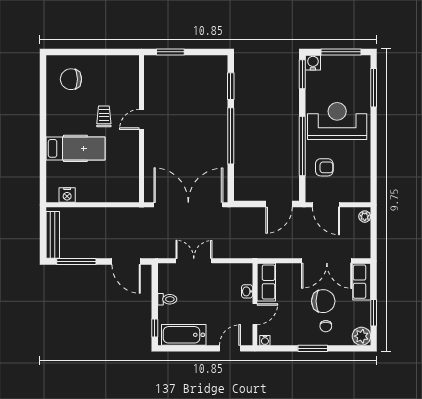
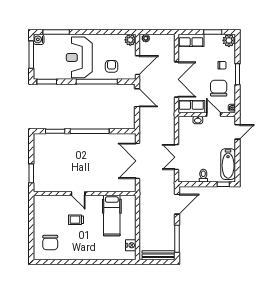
water cooler: (313, 63) -> (39, 39), moved
hospital bed: (75, 148) -> (112, 215), moved, turned 180
plant: (362, 194) -> (130, 40), added
double door: (188, 205) -> (138, 161), width x0.73
double door: (327, 261) -> (176, 79), moved
chair: (323, 301) -> (219, 88), moved
door: (230, 348) -> (237, 132), swing flipped

